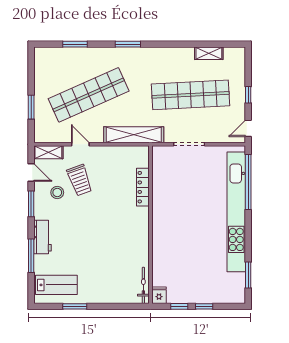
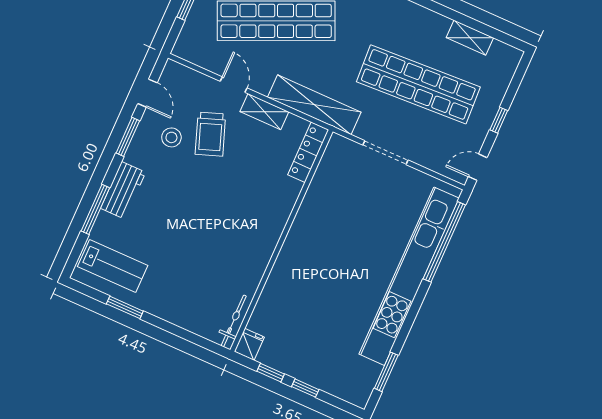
shelving: (48, 152) -> (264, 112), moved
locker: (143, 187) -> (308, 152), moved

